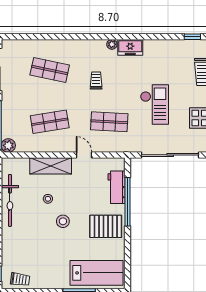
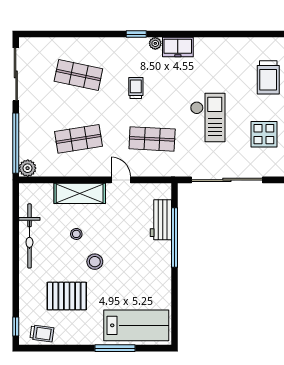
window: (192, 37) -> (136, 34), moved
pallet: (106, 226) -> (67, 296), moved

